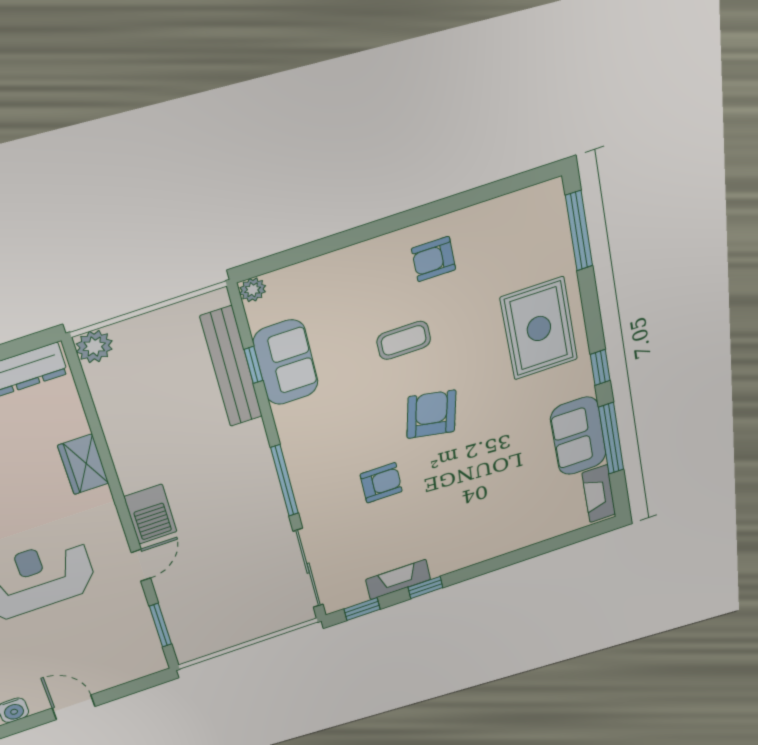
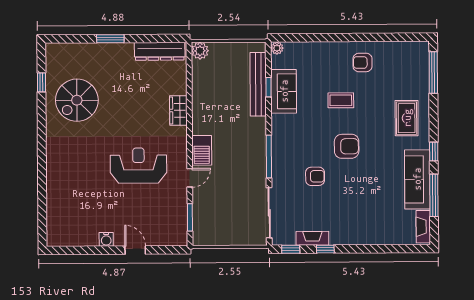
rug: (539, 328) -> (407, 118), width x0.73, depth x0.70
armchair: (431, 414) -> (347, 146), turned 78
sofa: (578, 436) -> (417, 179), width x1.36

